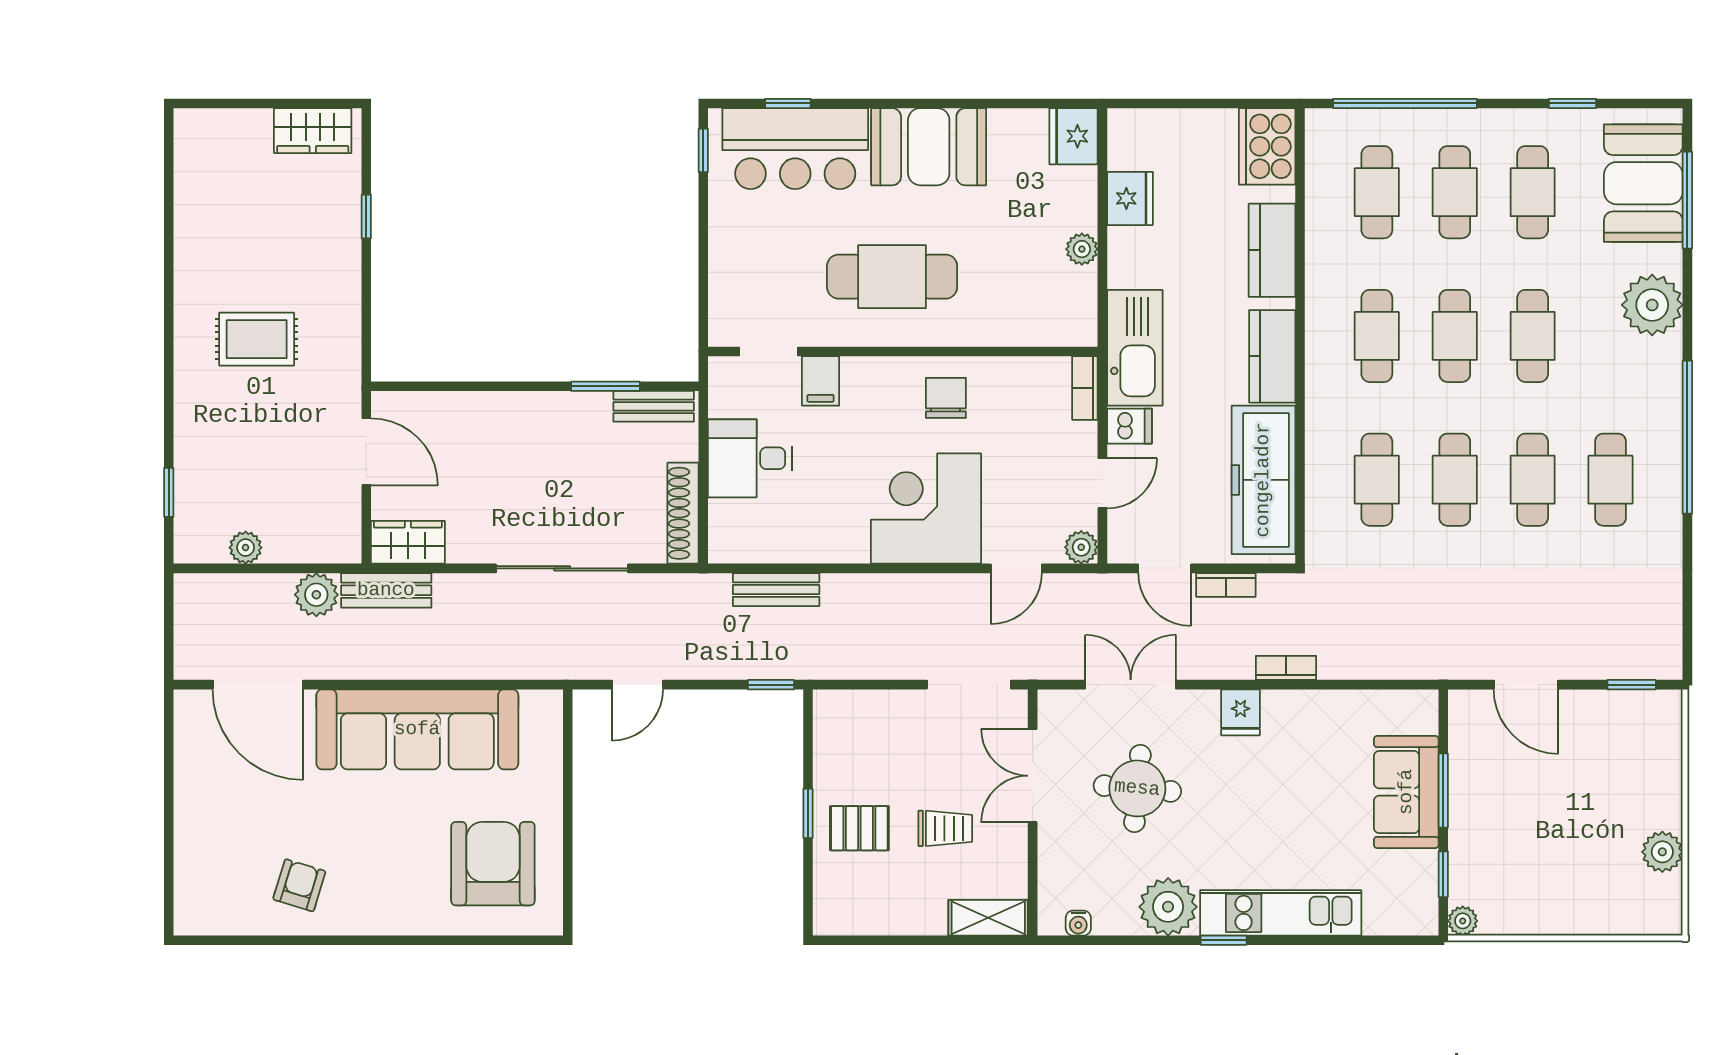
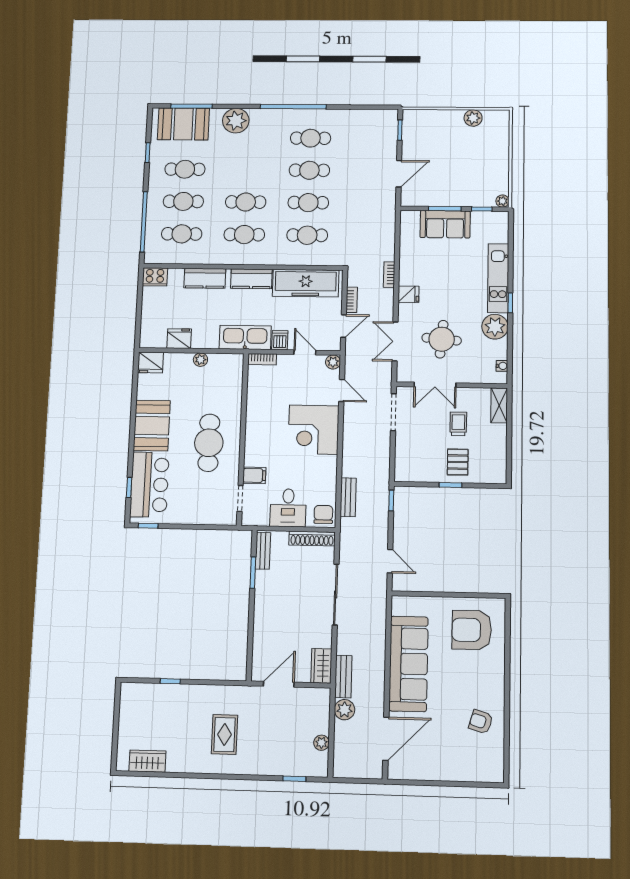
wardrobe: (313, 131) -> (147, 761), moved, turned -90
cooker: (1267, 146) -> (155, 277), width x0.73, depth x0.76
cafe table: (1533, 336) -> (247, 170), removed
chair: (946, 398) -> (323, 514), moved, turned 90

